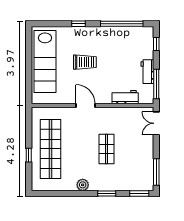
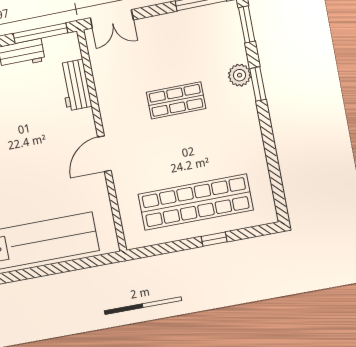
trolley: (85, 62) -> (27, 170), removed
plant: (83, 185) -> (240, 75), moved

